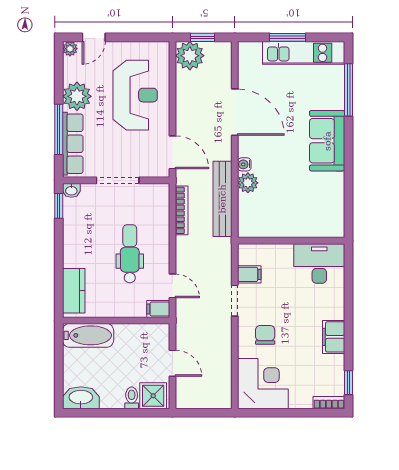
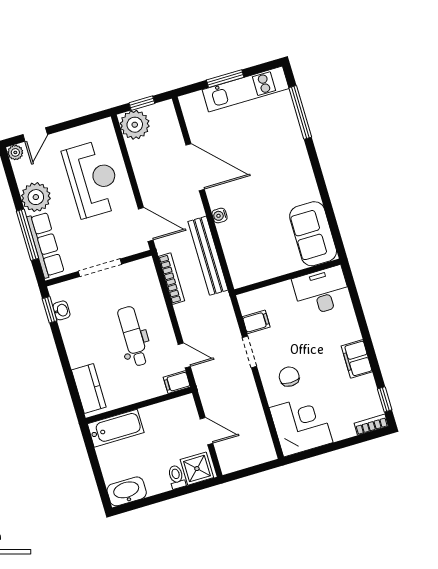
sofa: (327, 141) -> (313, 234), moved
plant: (248, 183) -> (228, 233), removed
washbasin: (71, 190) -> (61, 310), moved, turned -90

